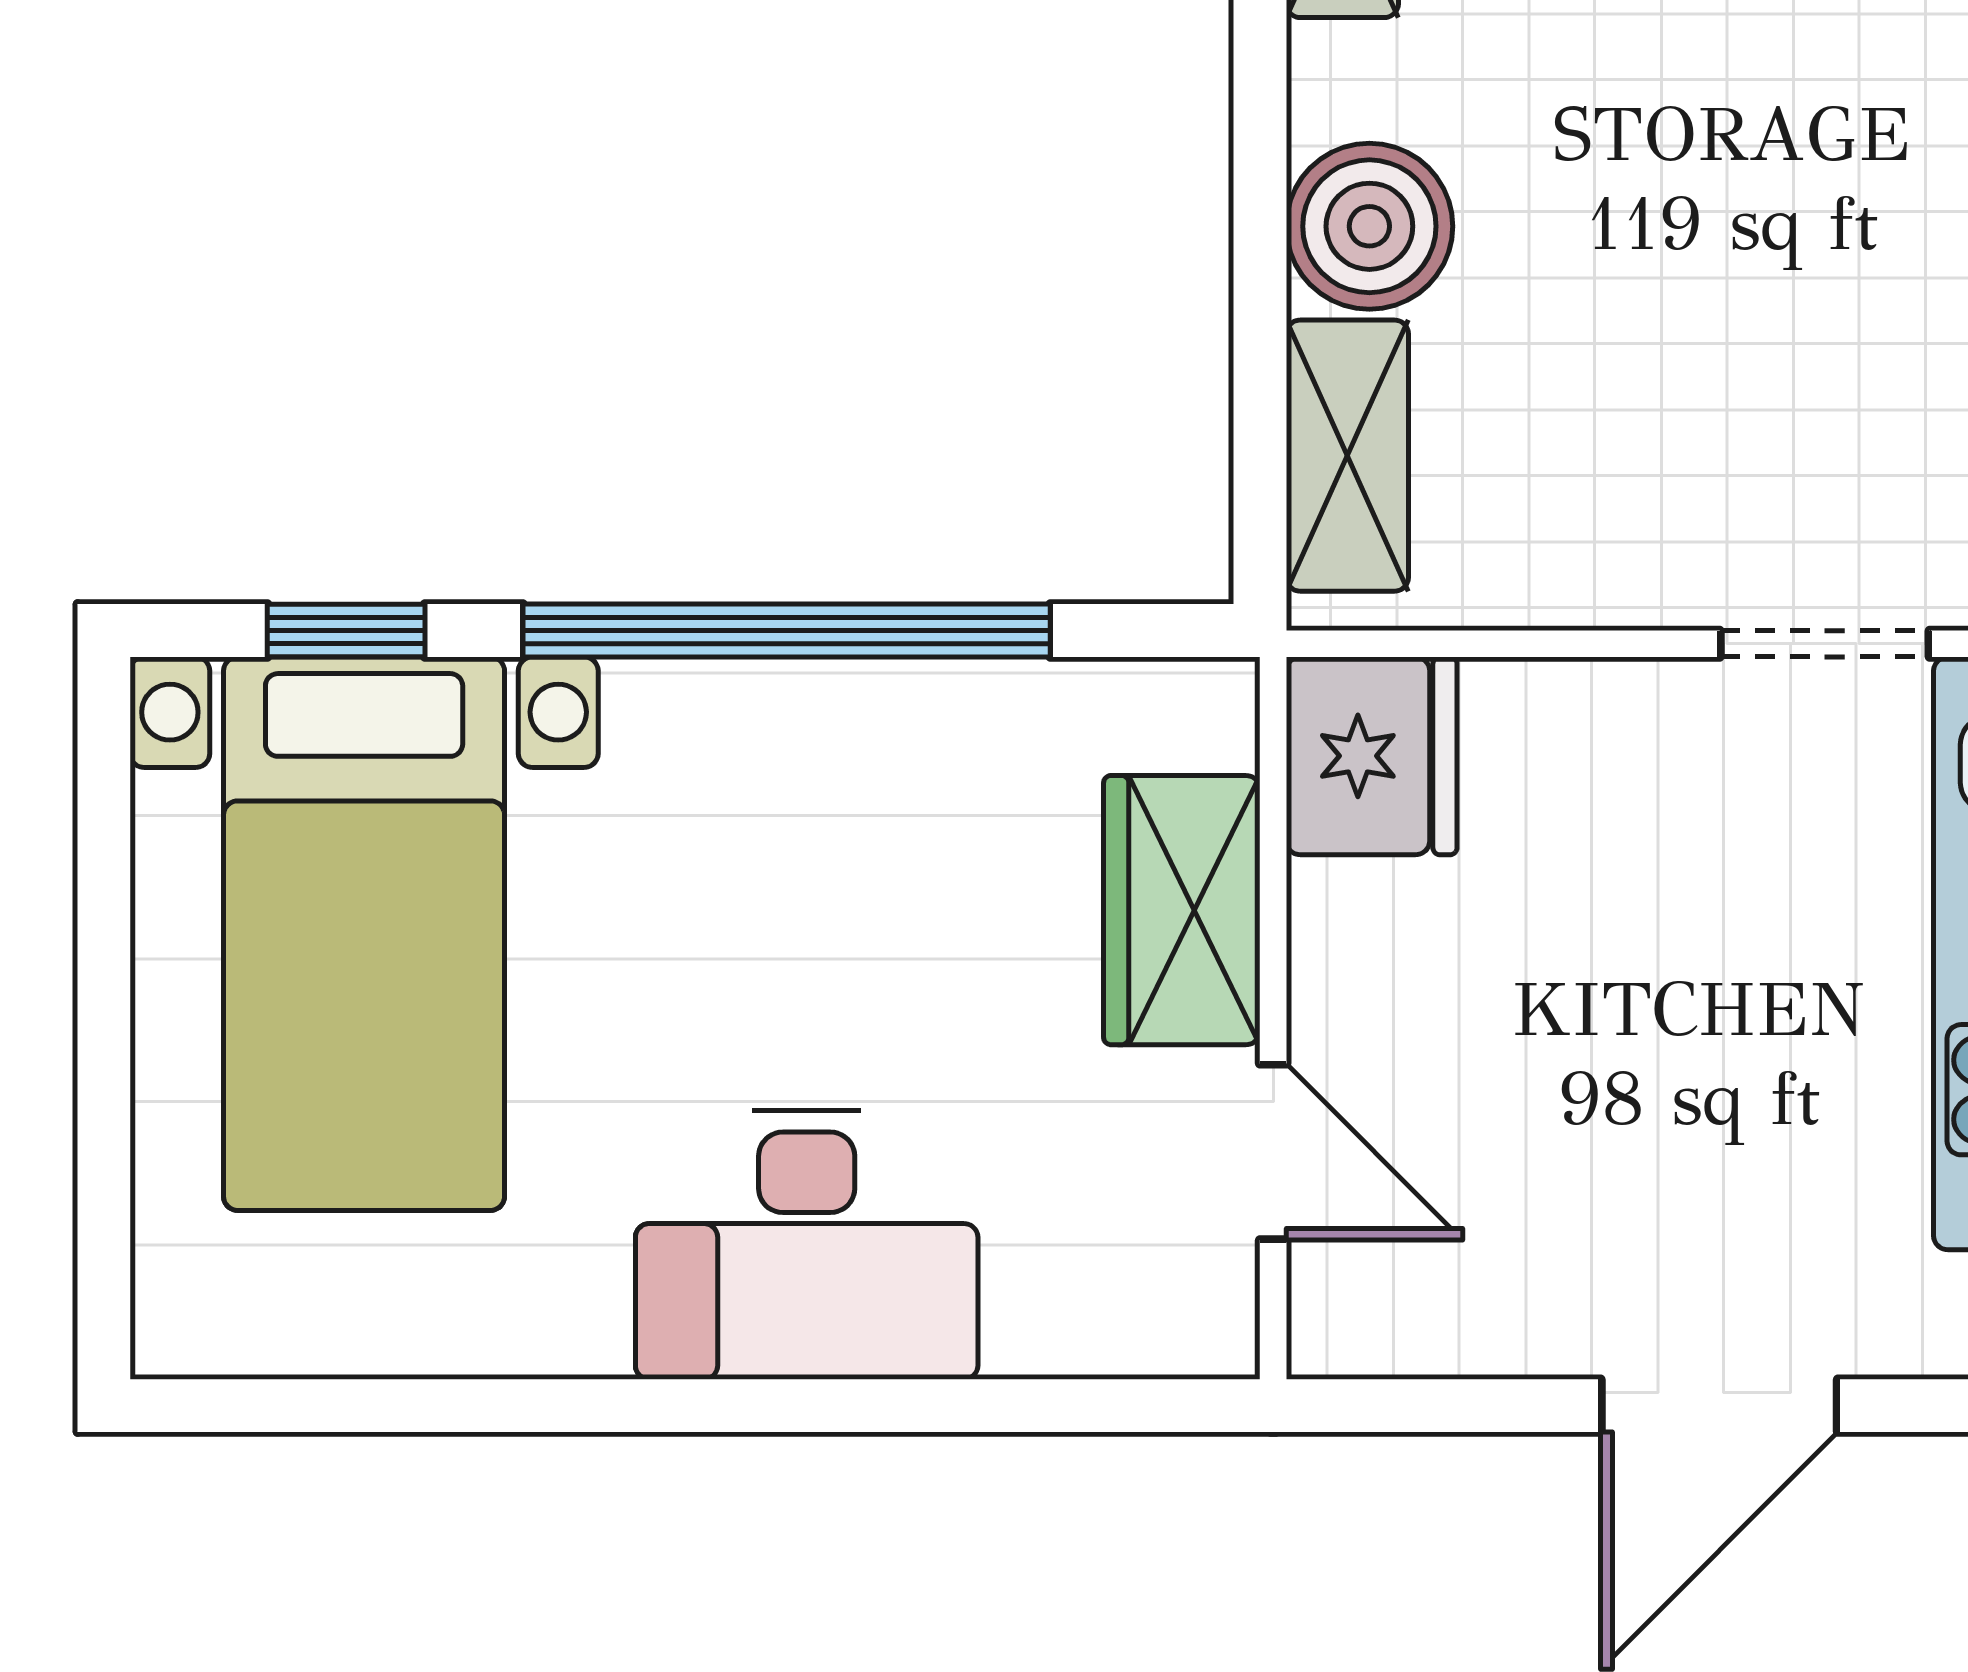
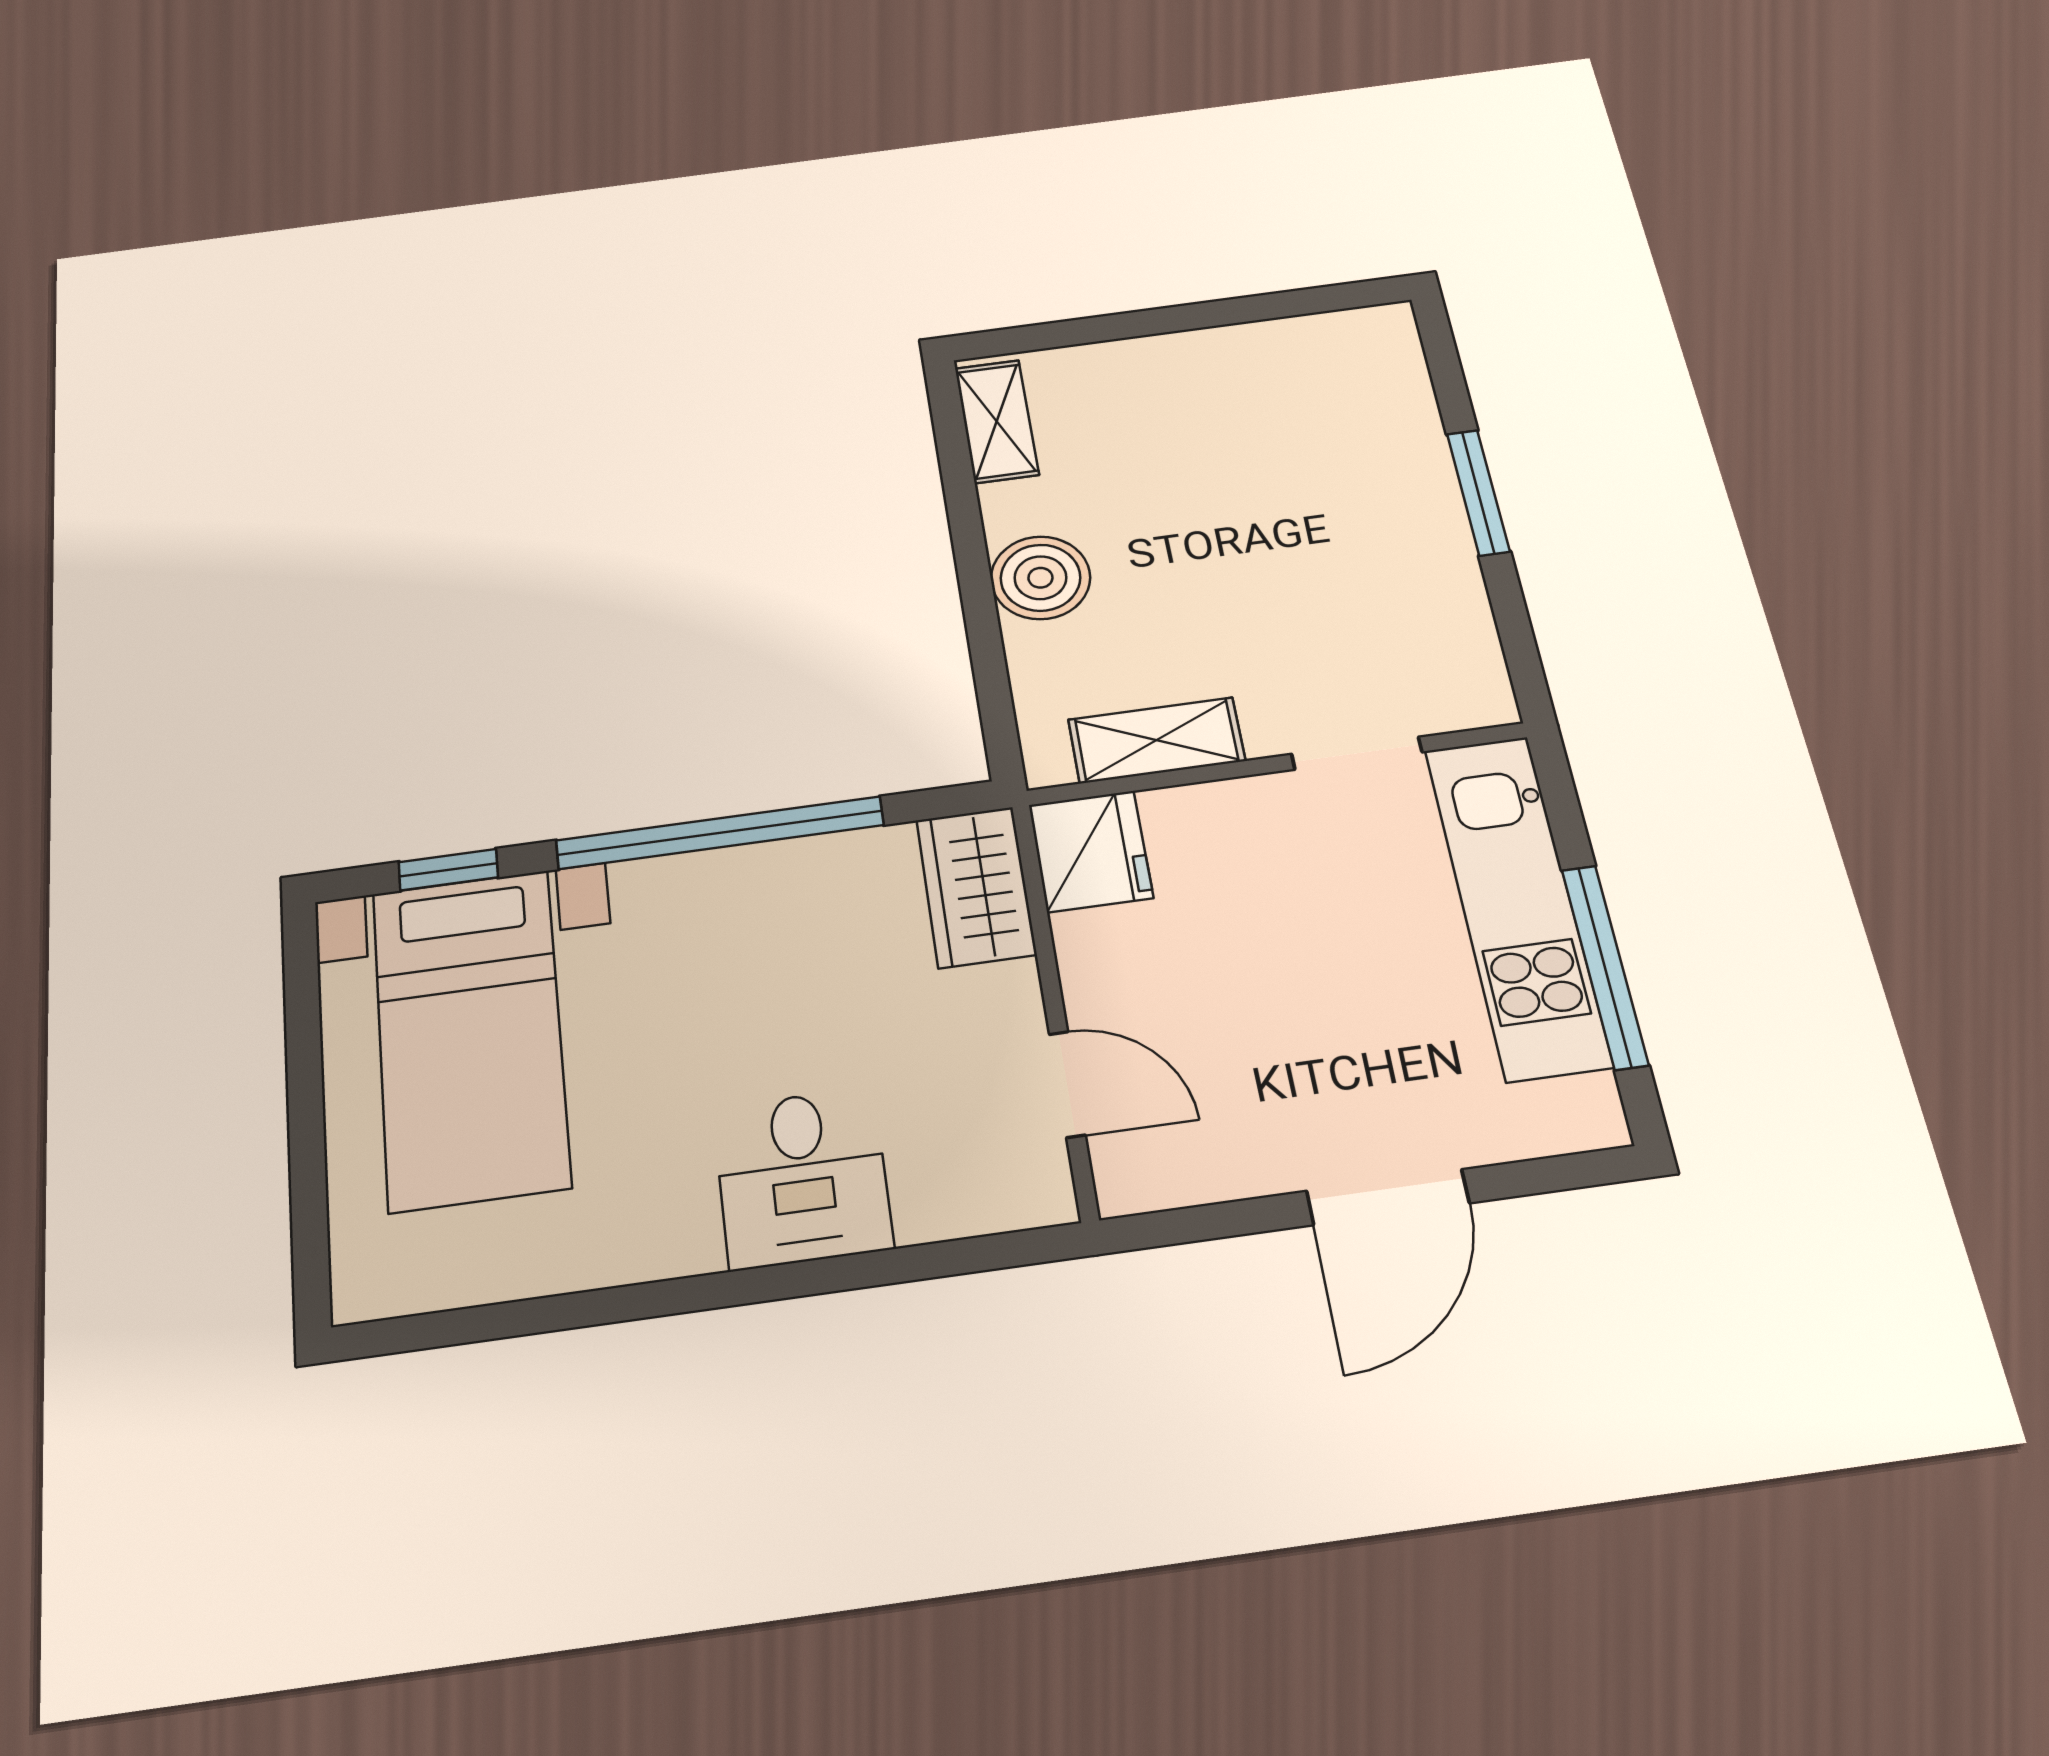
shelving: (1347, 456) -> (1157, 740), moved, turned 90
wardrobe: (1182, 910) -> (976, 887), moved
desk: (807, 1245) -> (802, 1178), width x0.73

